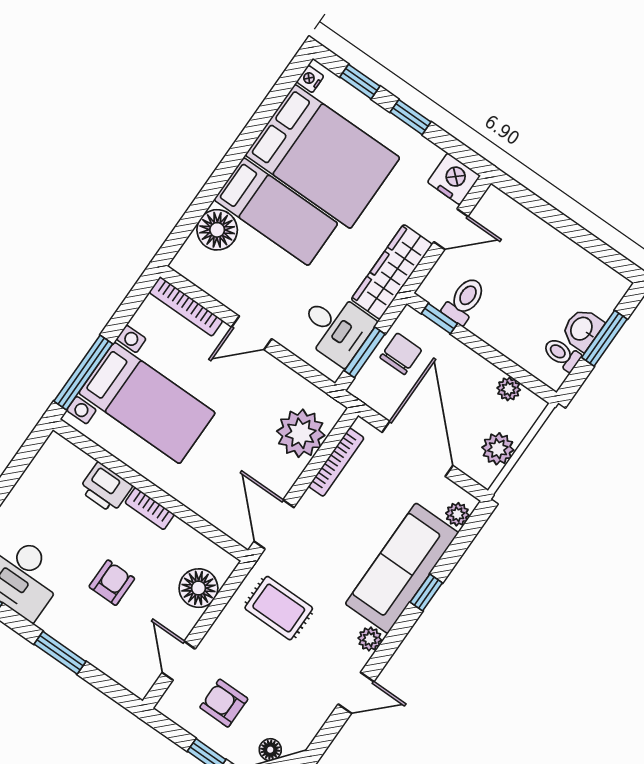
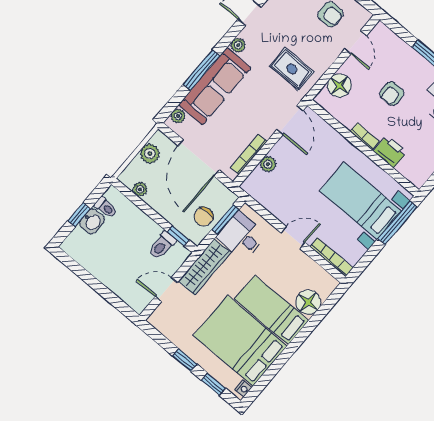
nightstand: (454, 179) -> (162, 320), removed
window: (604, 338) -> (79, 215), width x0.67
plant: (301, 433) -> (268, 164), width x0.53, depth x0.53
window: (426, 593) -> (201, 70), width x2.17

